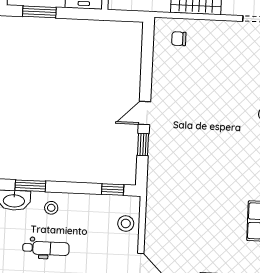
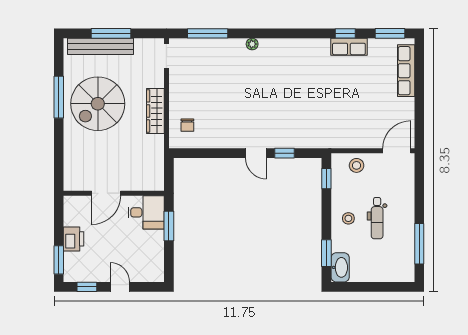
window: (39, 12) -> (169, 226), moved
stool: (51, 208) -> (348, 218), moved
dental chair: (46, 248) -> (377, 218), moved, turned 180

